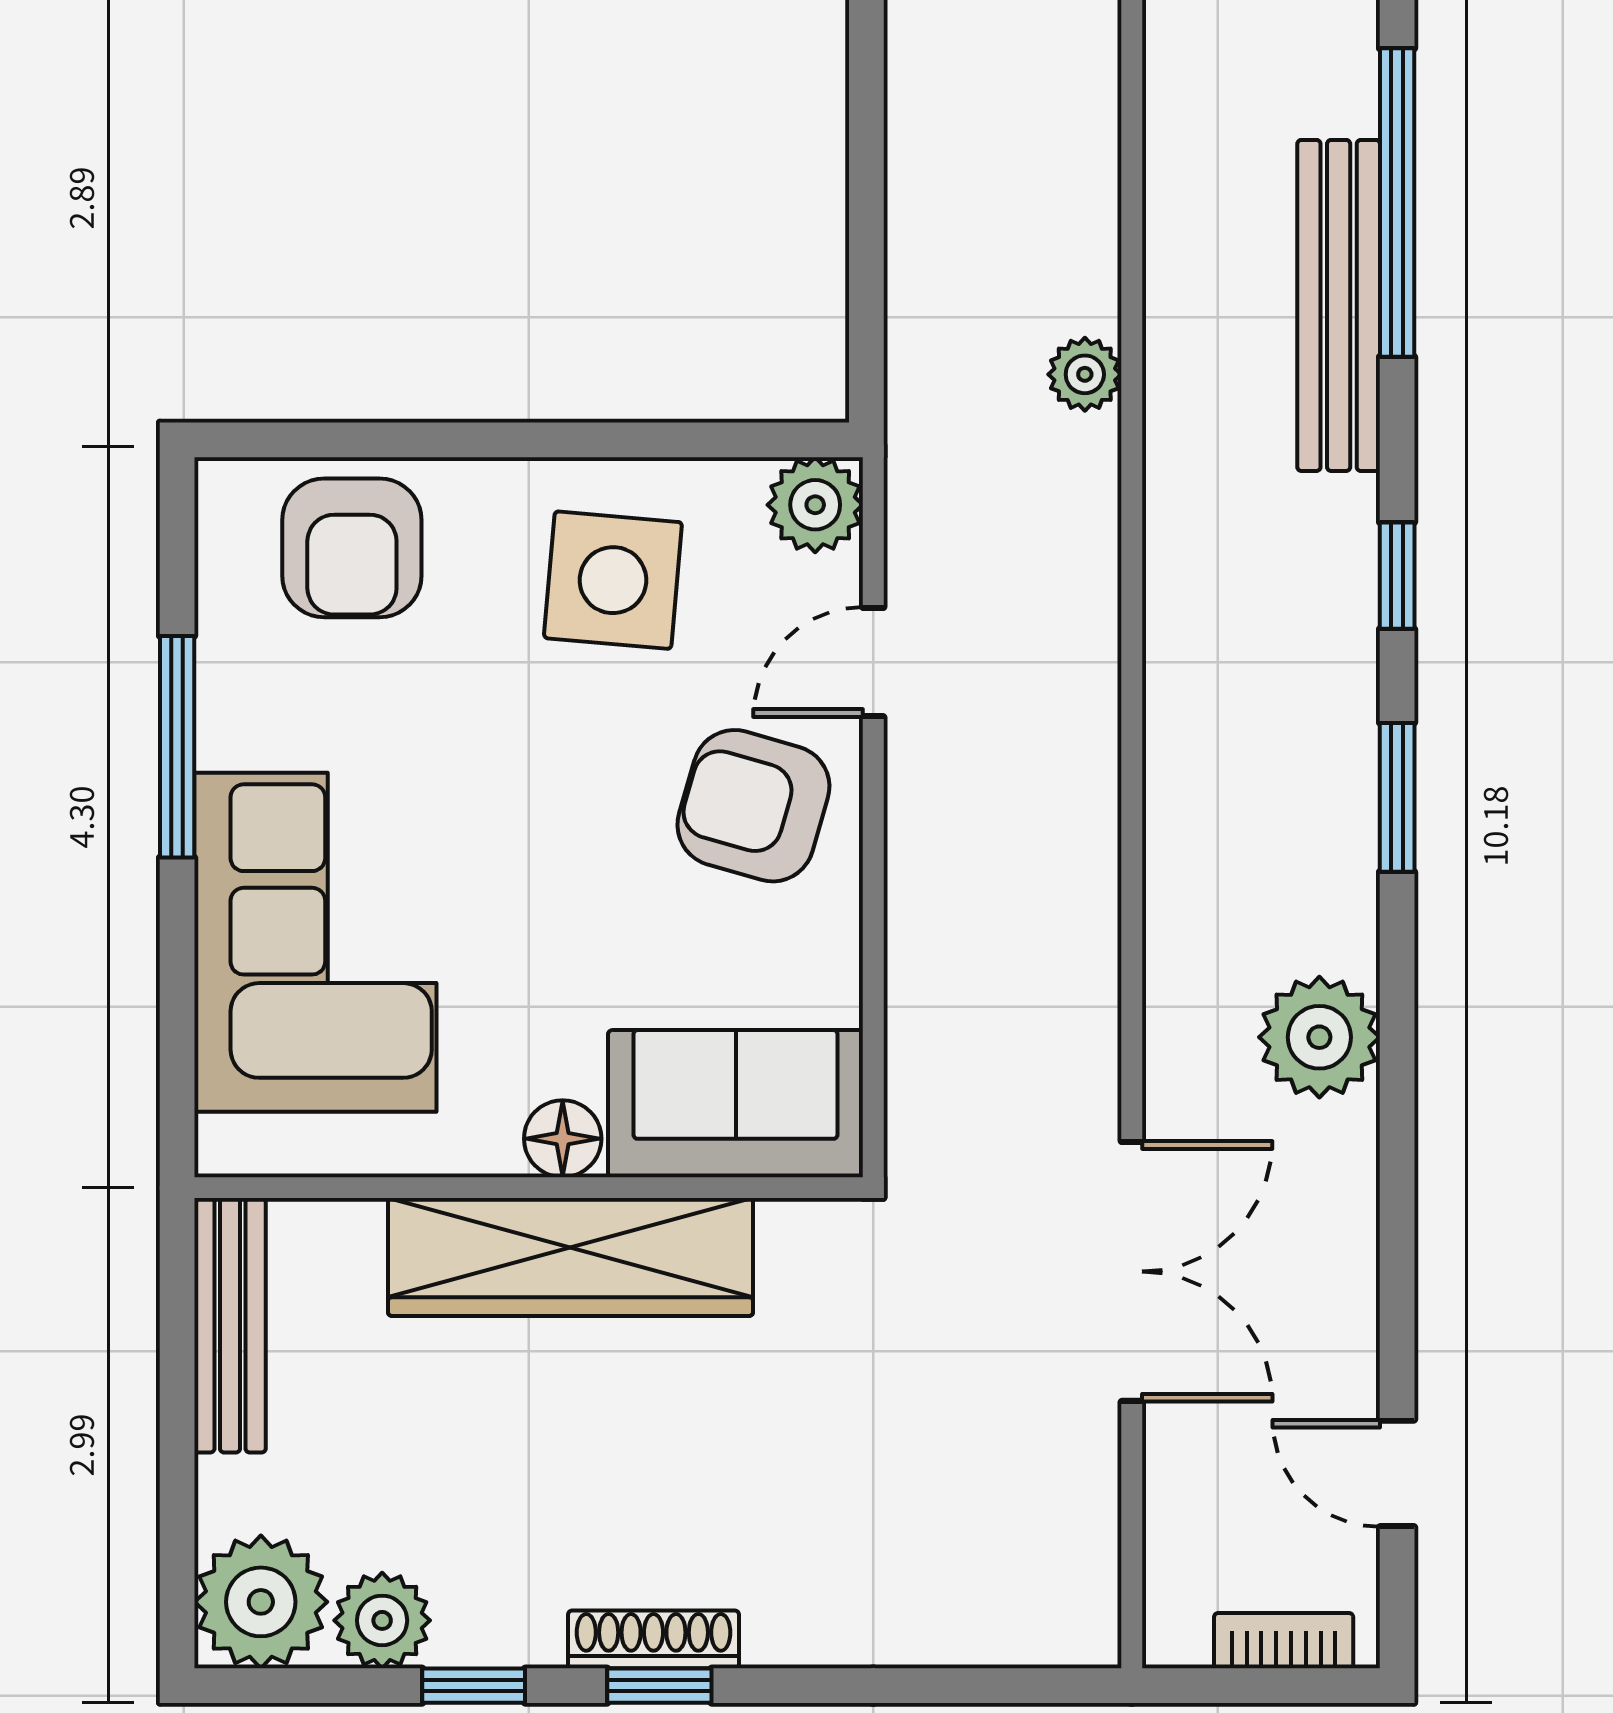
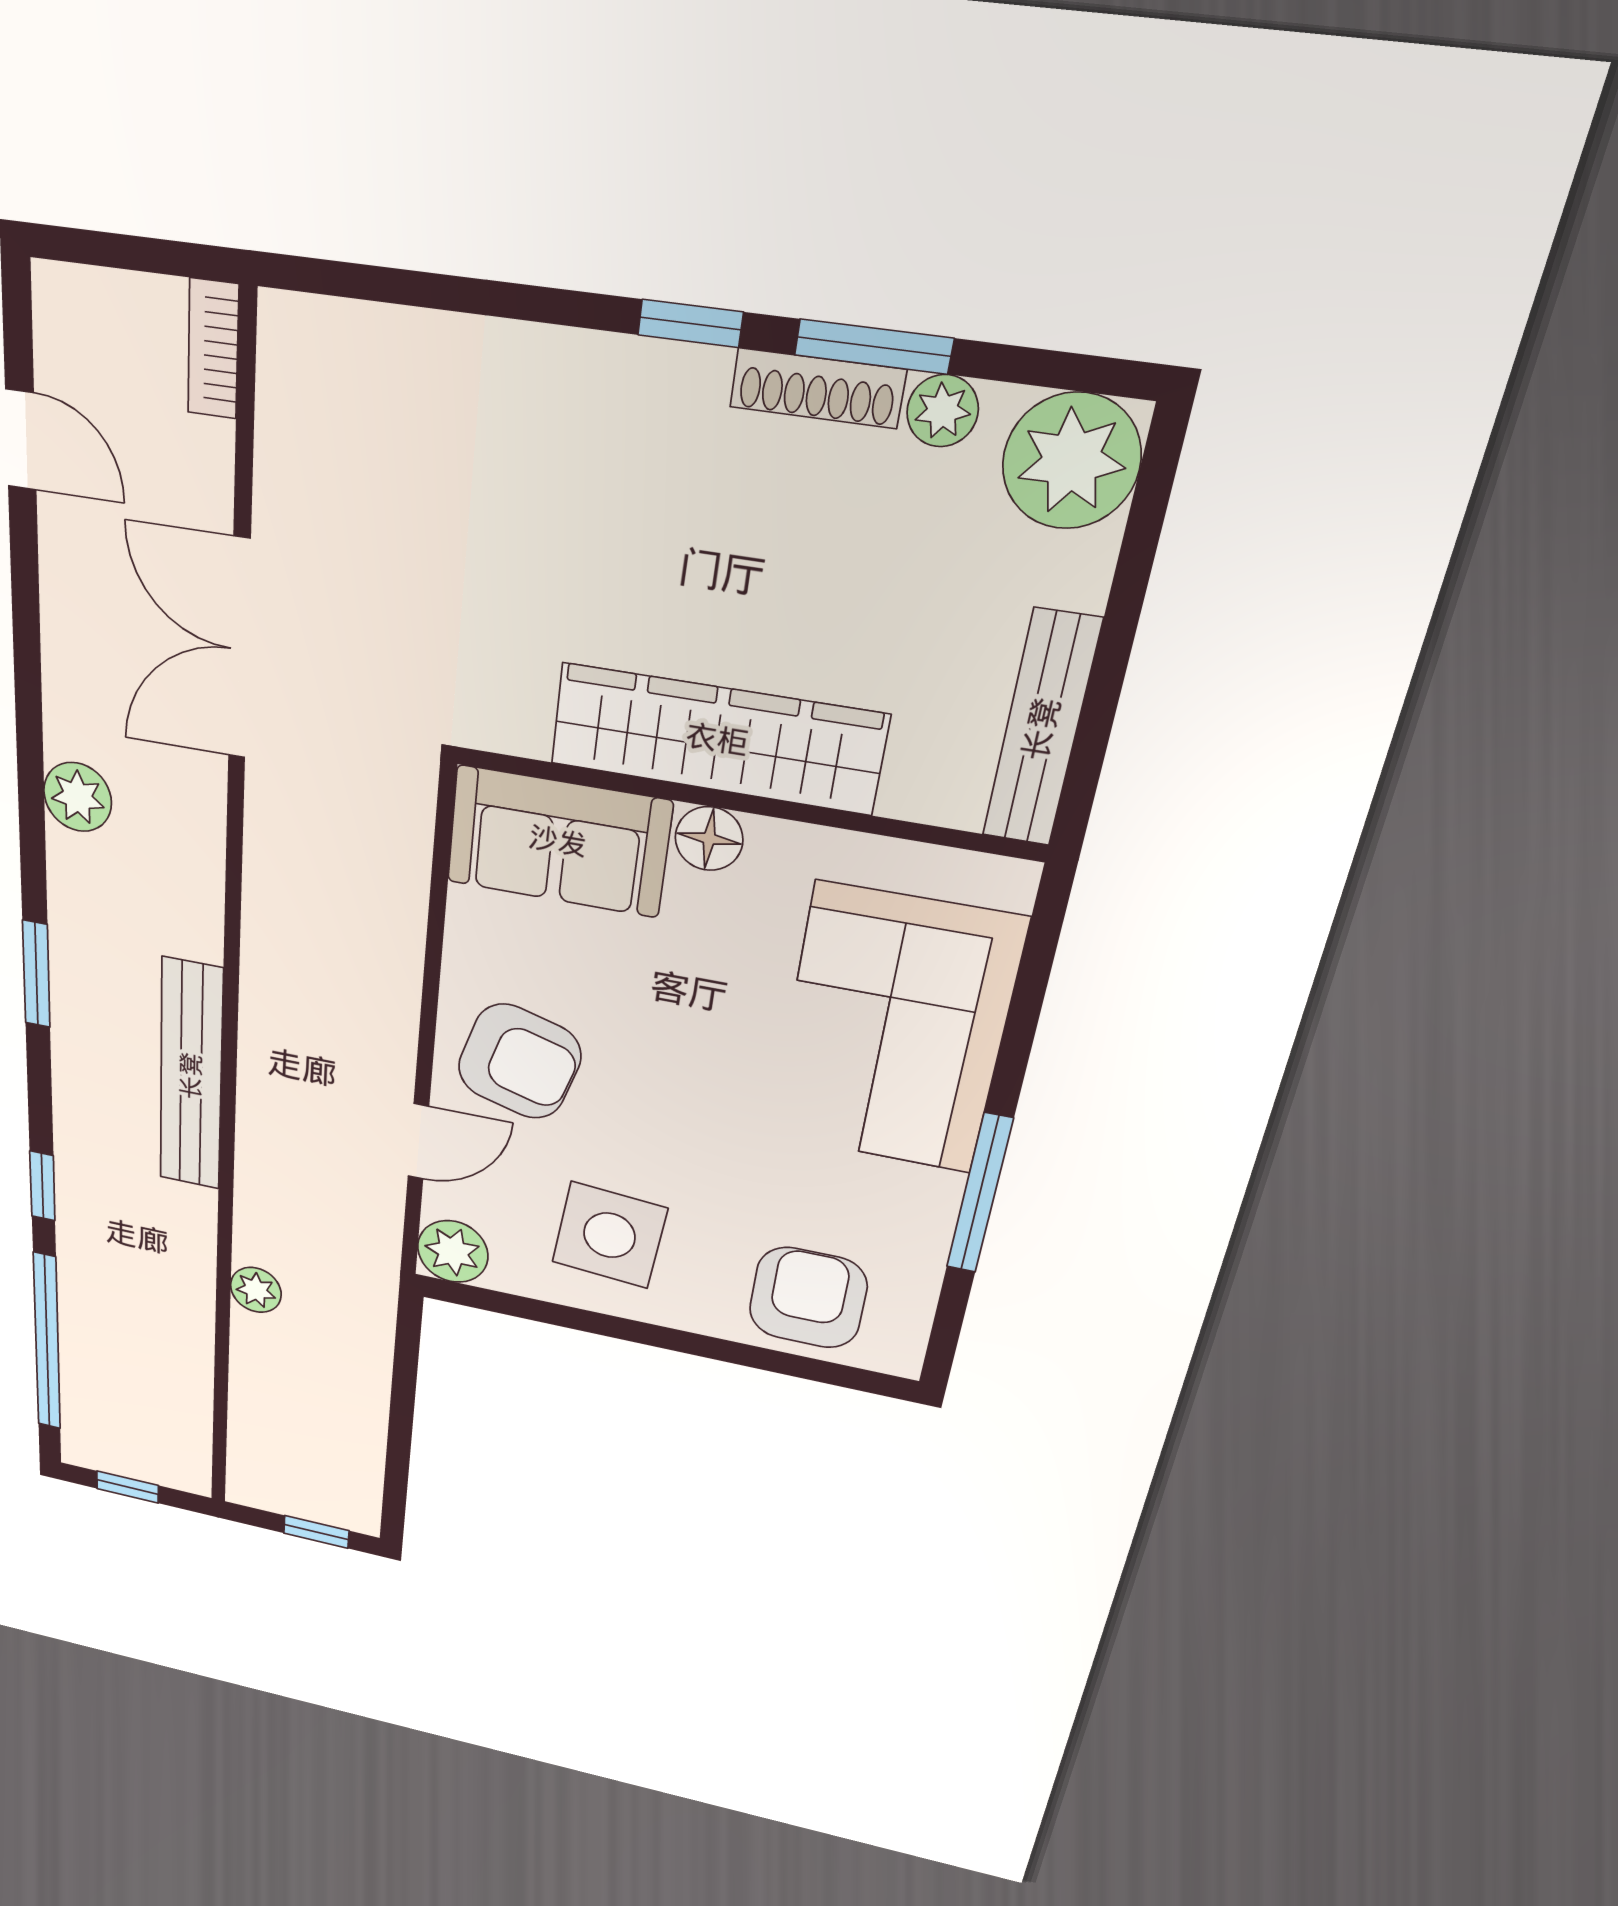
bench: (1339, 305) -> (191, 1076), moved
window: (1397, 576) -> (42, 1186), moved
plant: (1319, 1037) -> (78, 797), width x0.73, depth x0.73
plant: (382, 1620) -> (943, 411), width x0.73, depth x0.73
shoe rack: (653, 1639) -> (817, 388), moved
bookcase: (1284, 1641) -> (213, 349), moved, turned 90
window: (474, 1686) -> (874, 347), width x1.50

